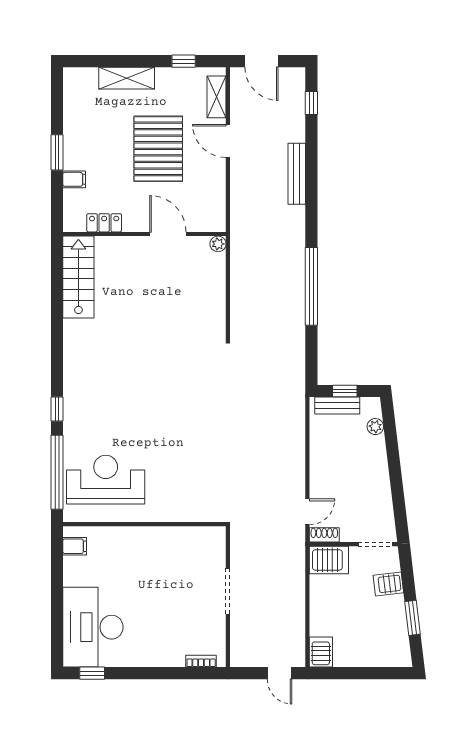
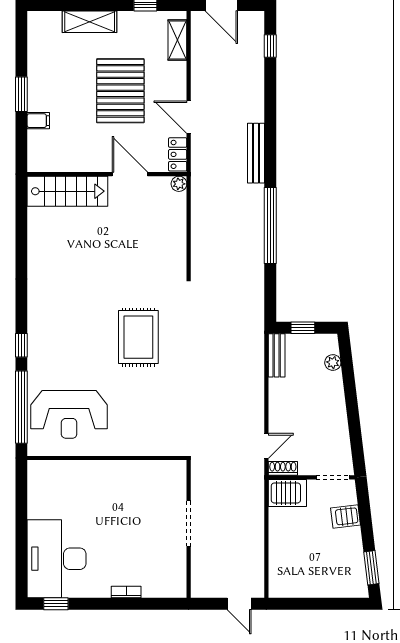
door: (228, 141) -> (189, 117), moved
bench: (297, 174) -> (256, 153), moved
locker: (104, 223) -> (178, 154), moved, turned -90
stairs: (78, 277) -> (67, 191), moved, turned 90
rug: (177, 401) -> (138, 337), added
bench: (337, 405) -> (277, 355), moved, turned 90
reception desk: (106, 480) -> (69, 414), turned 180
filing cabinet: (75, 546) -> (39, 480), removed
window: (413, 618) -> (371, 568), moved
server rack: (321, 652) -> (279, 583), removed
bookcase: (201, 661) -> (126, 592), moved

